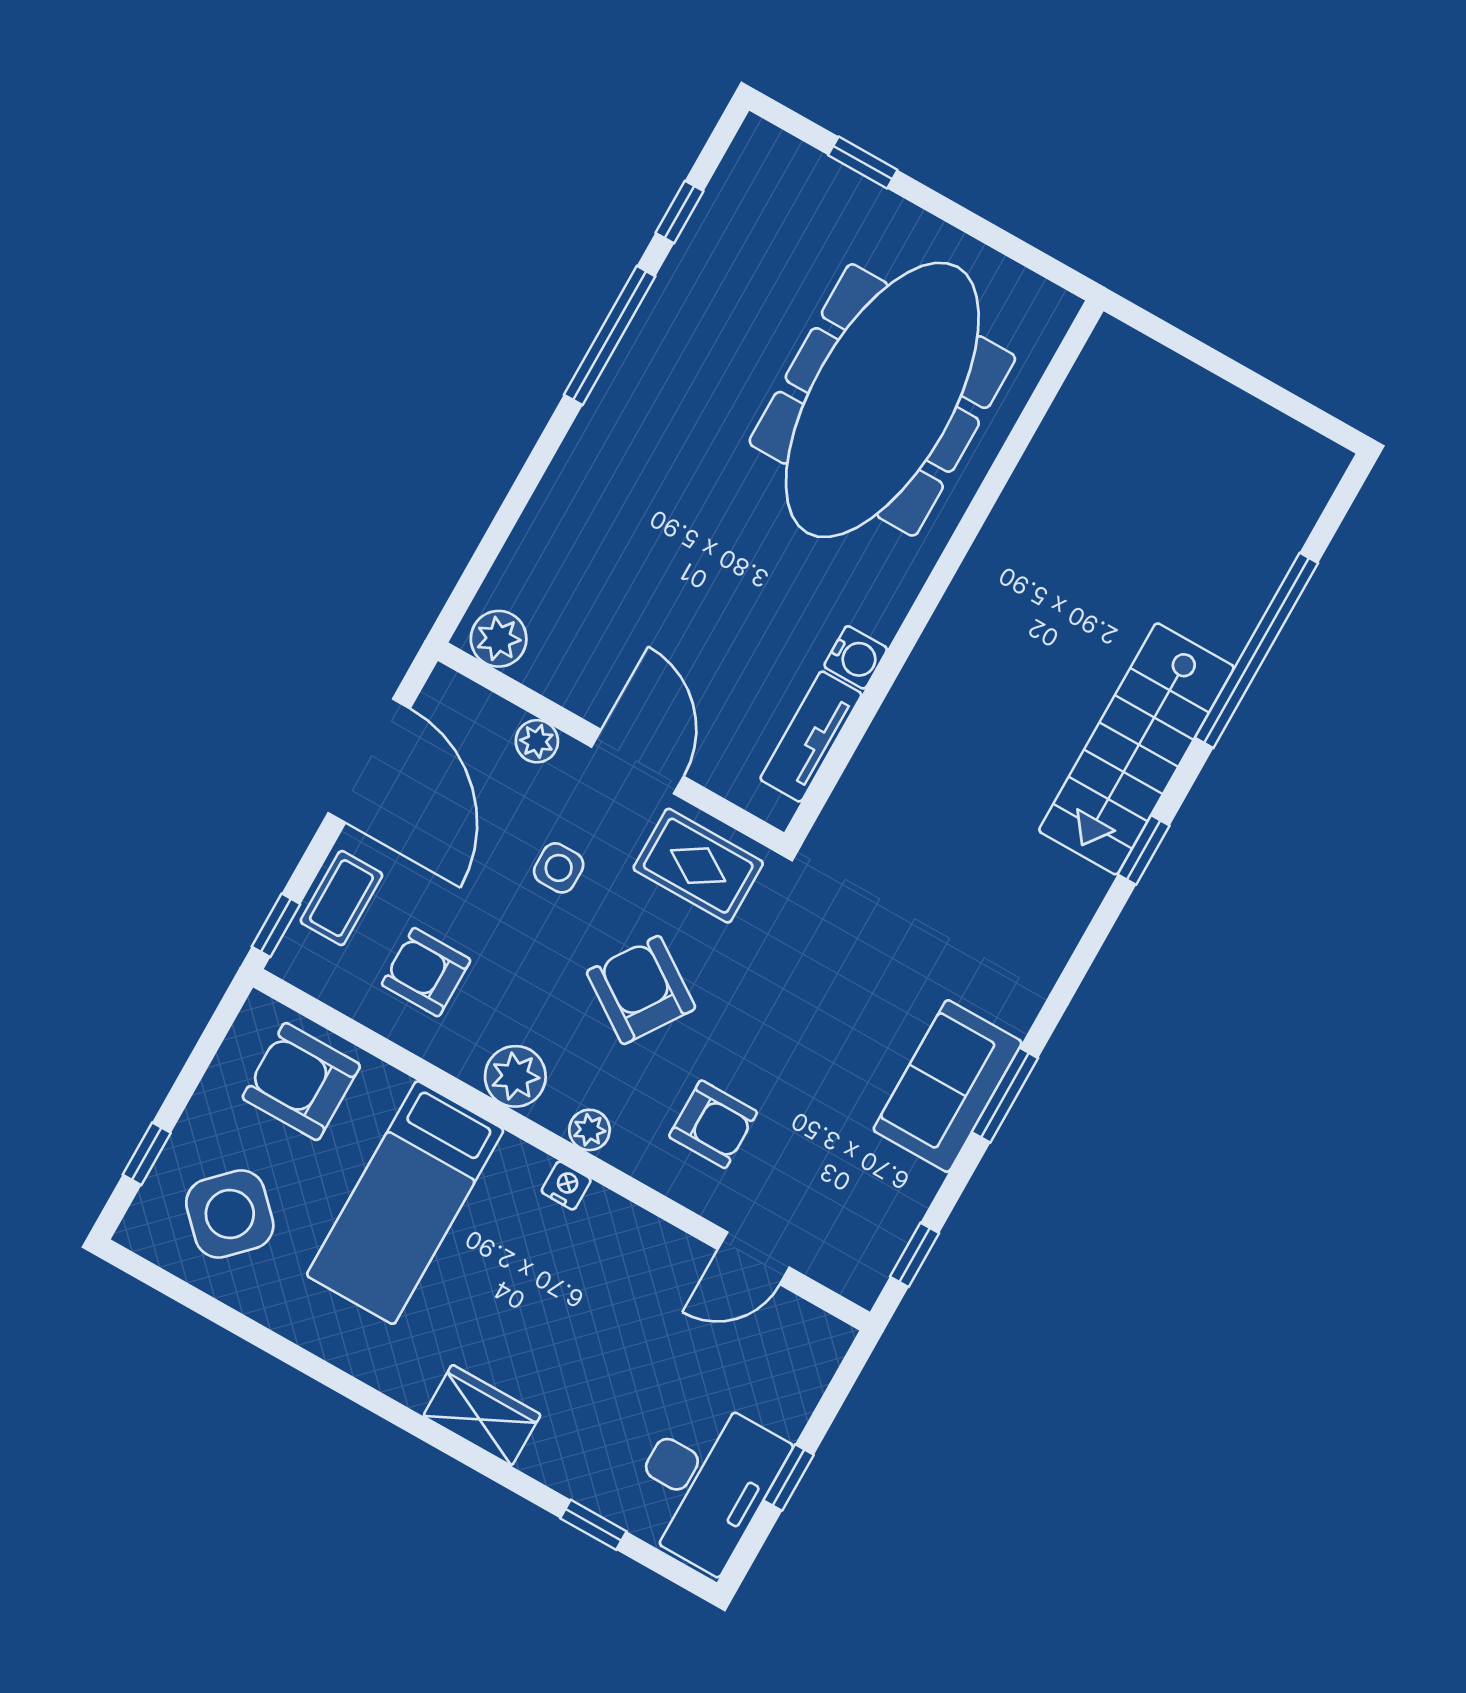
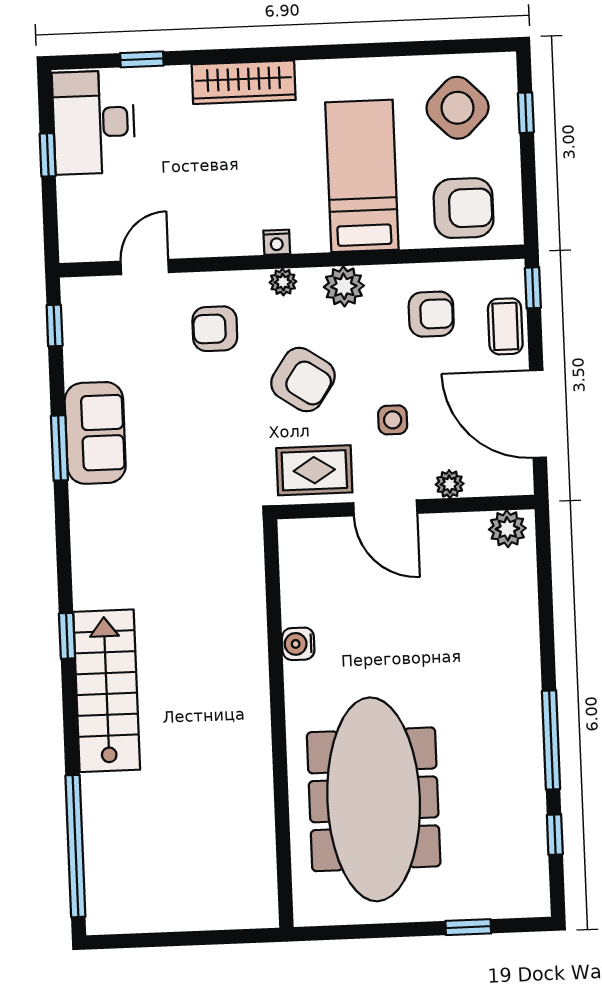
window: (1257, 650) -> (75, 846), moved
tv unit: (811, 737) -> (296, 583), removed
wardrobe: (482, 1415) -> (244, 82), width x1.50

